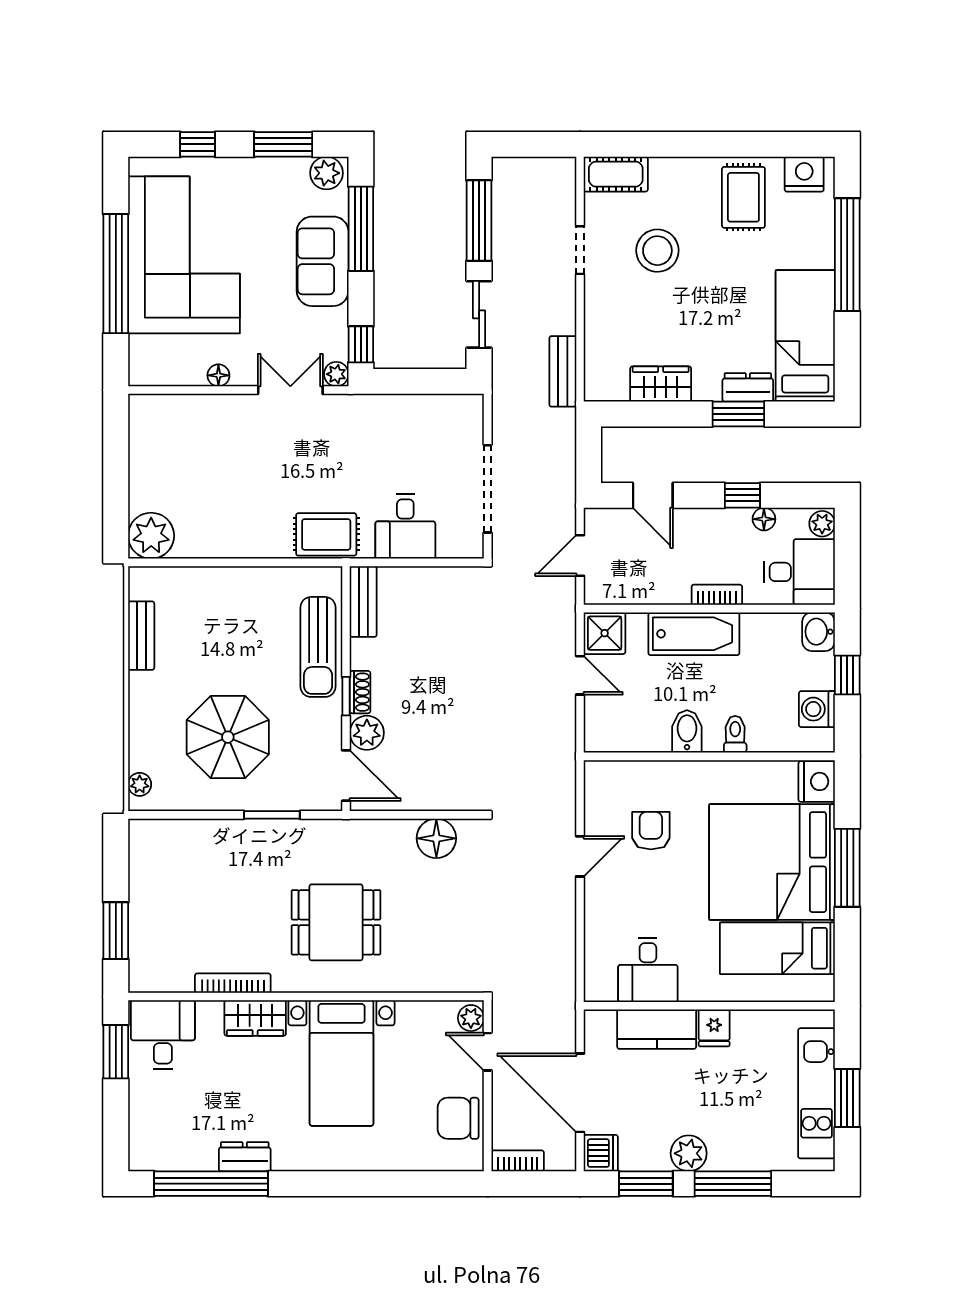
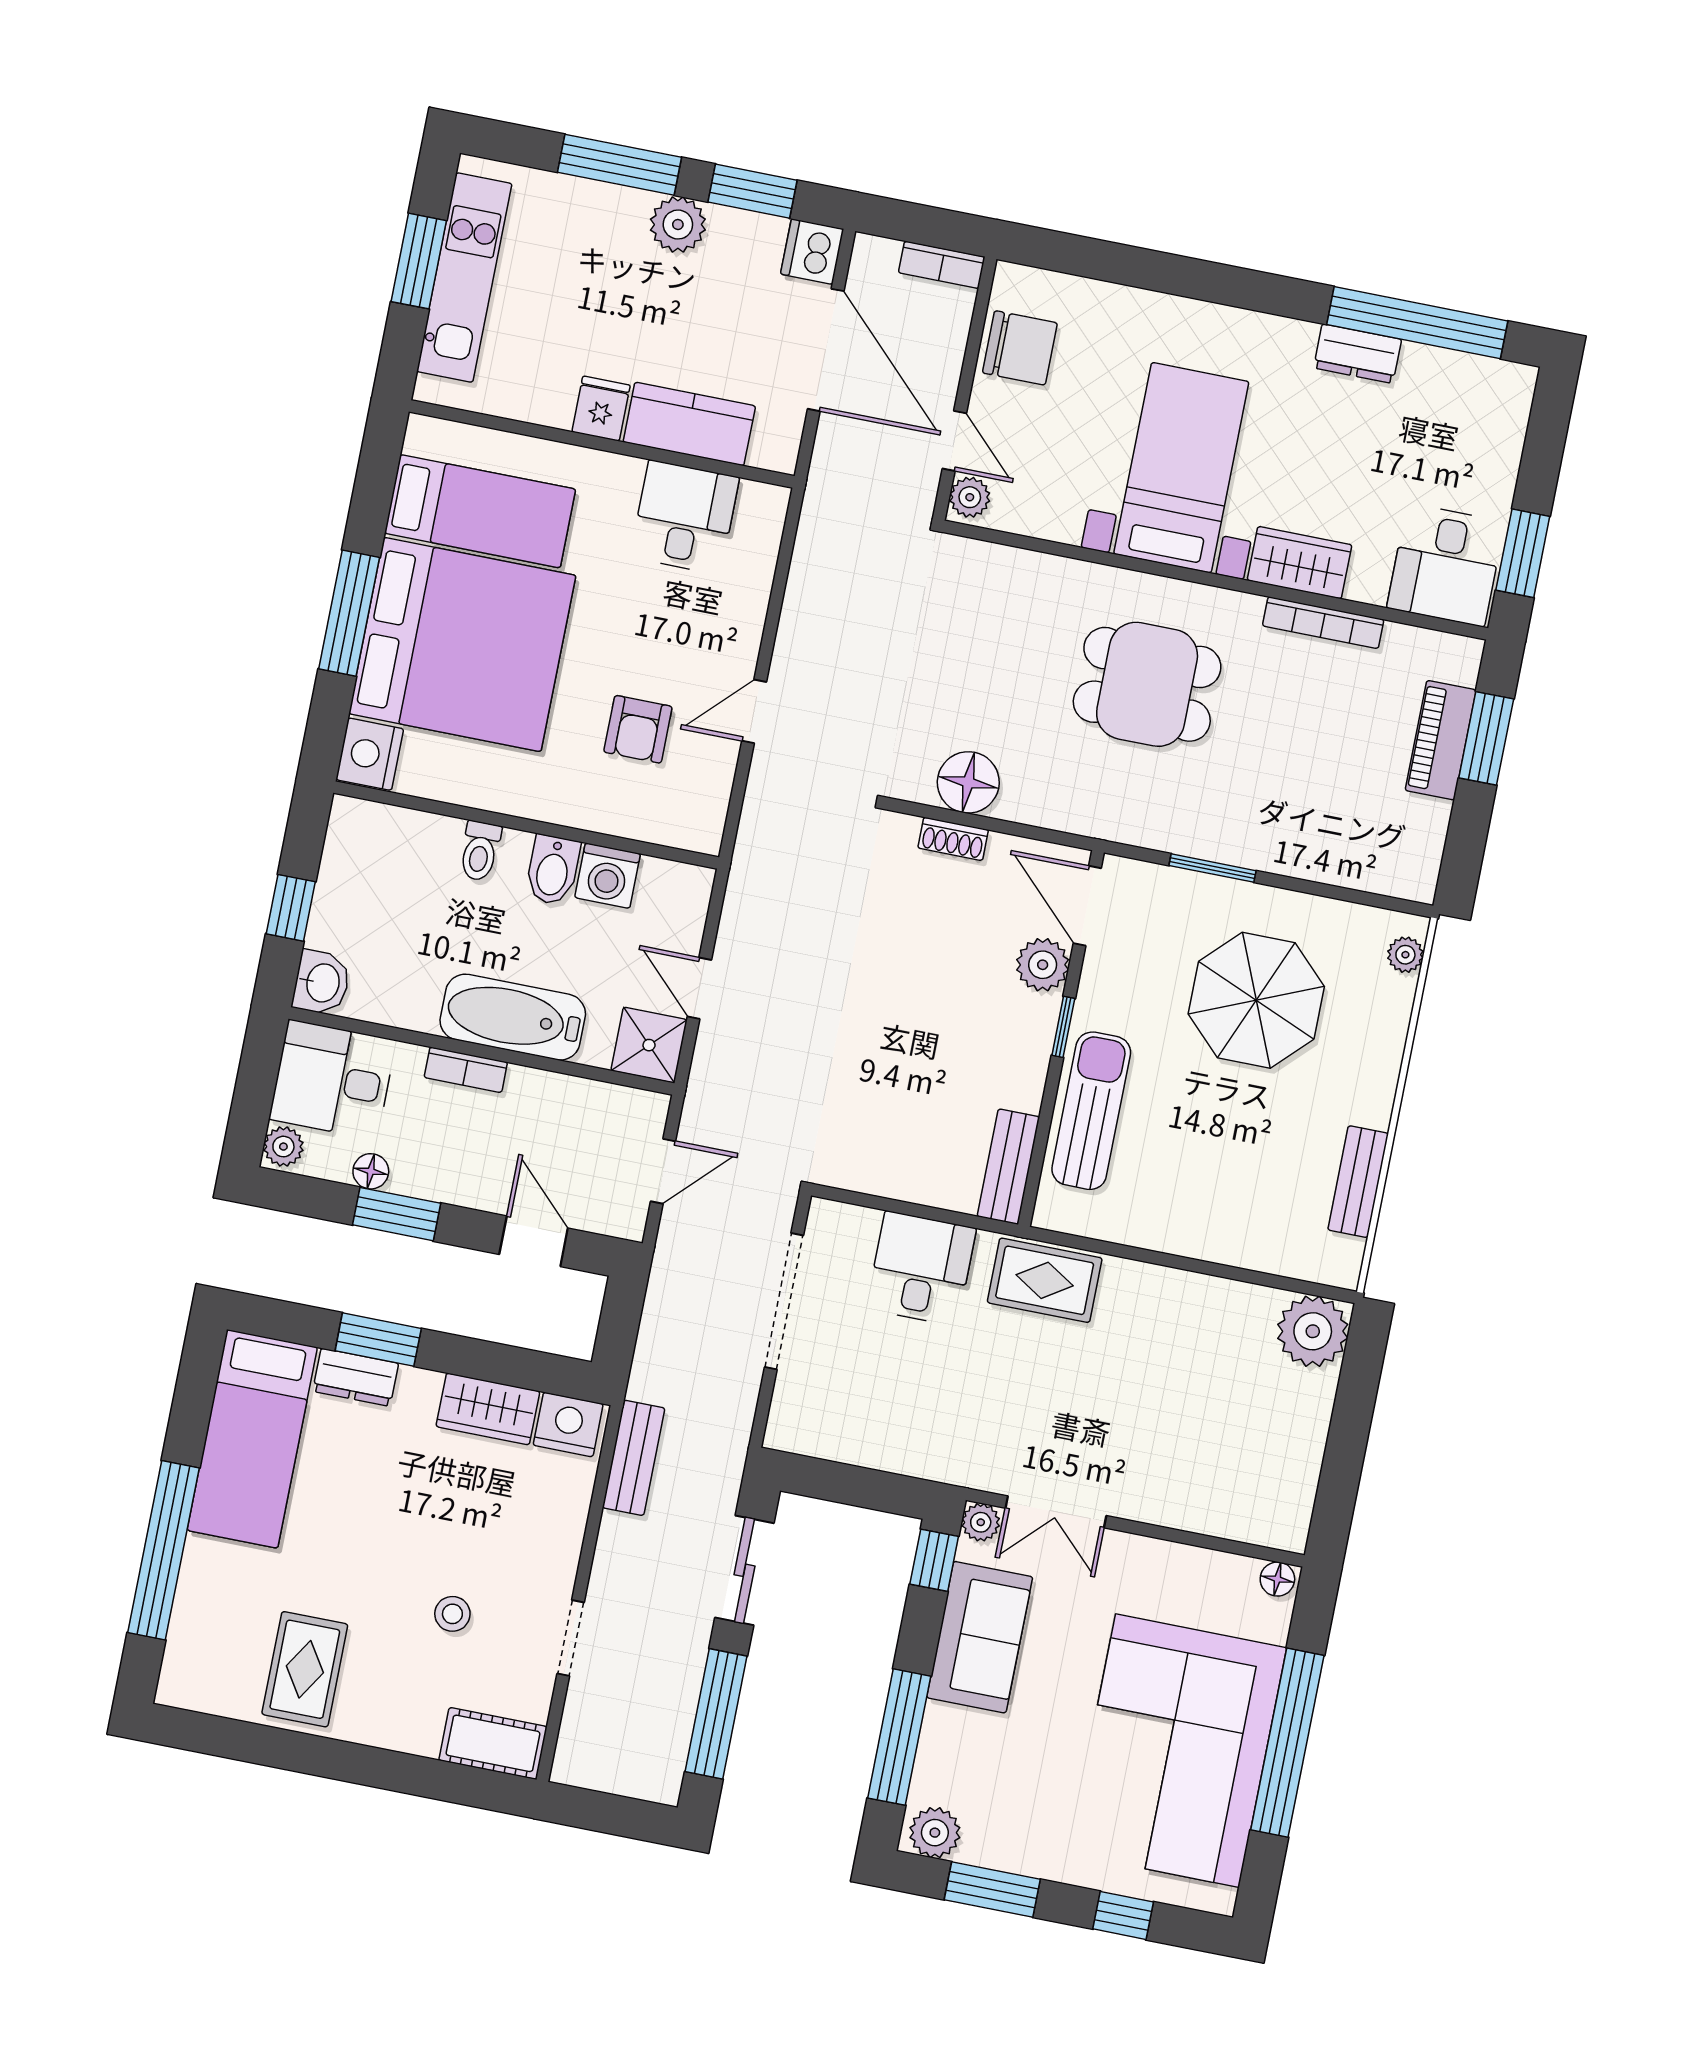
nightstand: (804, 174) -> (568, 1425), moved, turned 180
stool: (657, 251) -> (452, 1614), width x0.53, depth x0.53
sofa: (323, 261) -> (980, 1637), moved
floor lamp: (218, 375) -> (1277, 1579), moved
window: (742, 495) -> (397, 1214), width x1.50
shoe rack: (360, 692) -> (953, 839), moved, turned -90
washing machine: (817, 709) -> (608, 876), moved, turned 90
piano: (144, 924) -> (1441, 740), added

